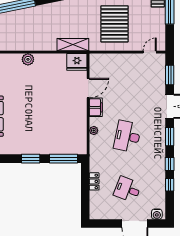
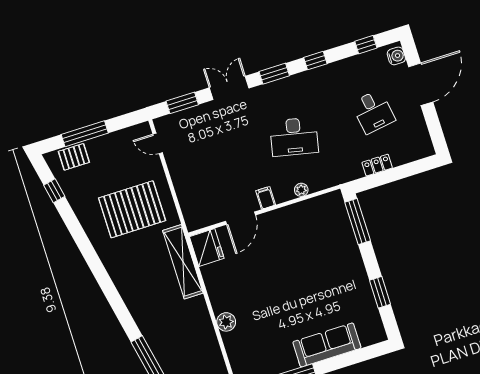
shelving: (73, 45) -> (183, 262), width x1.47
door: (88, 88) -> (240, 218), swing flipped
filing cabinet: (96, 107) -> (266, 198), width x0.50
window: (31, 159) -> (380, 292), moved
window: (170, 185) -> (366, 45), moved
desk: (127, 189) -> (373, 112), turned -30

